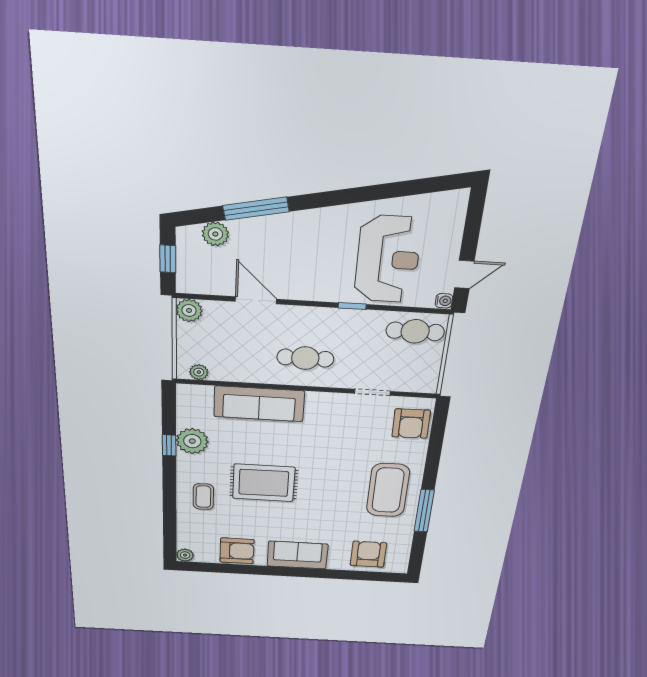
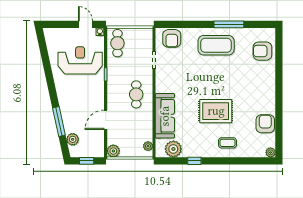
armchair: (411, 424) -> (172, 38), turned 91
plant: (192, 441) -> (173, 149), moved
rug: (264, 483) -> (216, 111), turned 90
sofa: (297, 555) -> (266, 90), removed

